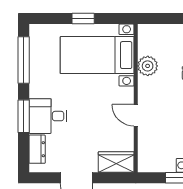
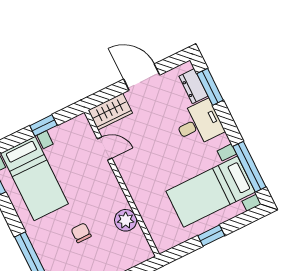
bed with nightstands: (97, 55) -> (211, 192), moved, turned 180
door: (136, 115) -> (105, 148), moved
window: (24, 116) -> (210, 87), moved

